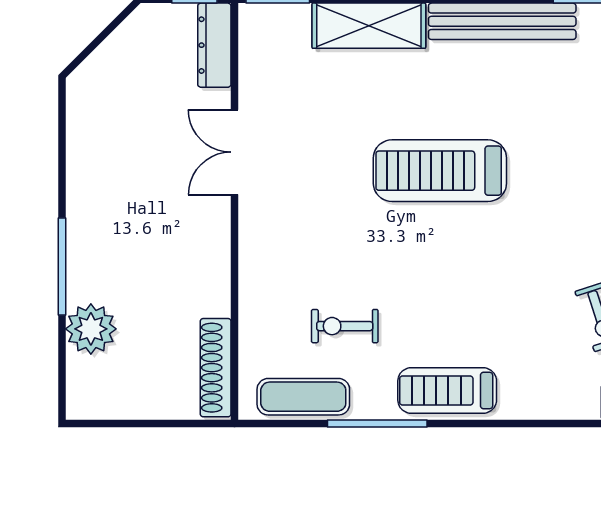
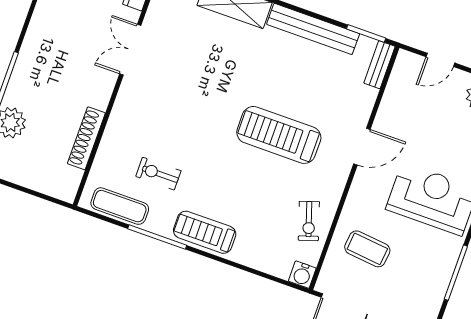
treadmill: (440, 171) -> (279, 135), moved
shoe rack: (216, 368) -> (86, 138), moved

